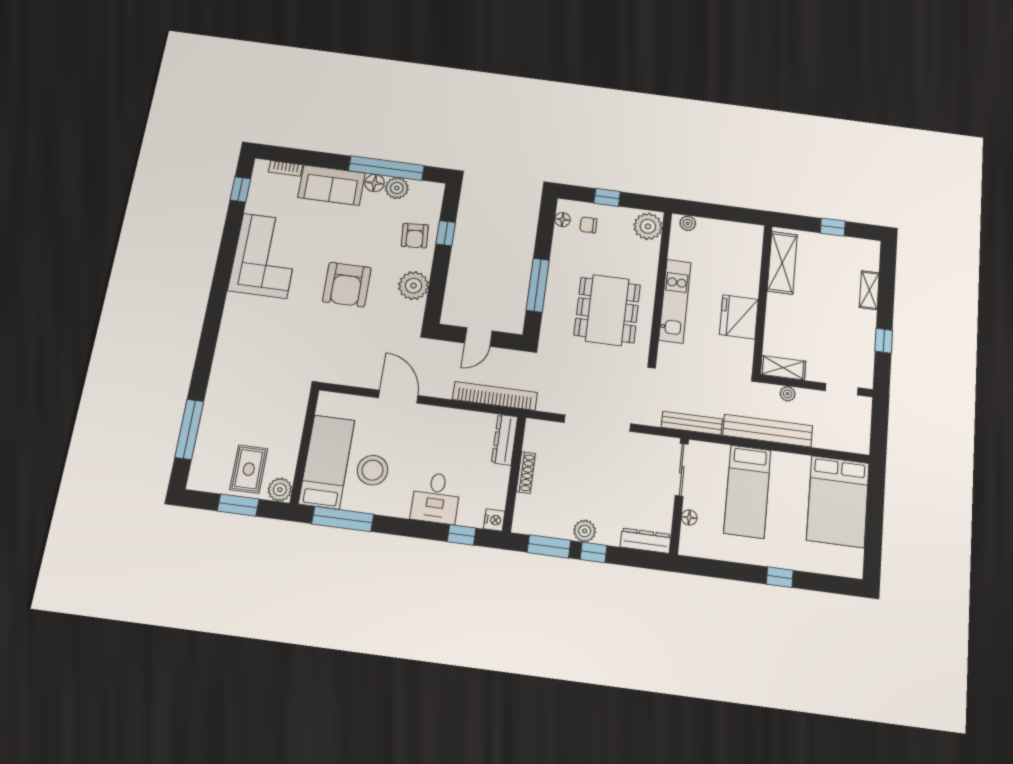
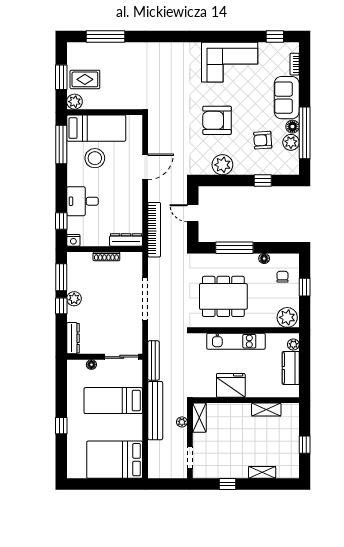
floor lamp: (563, 220) -> (264, 259), moved
kitchen counter: (721, 231) -> (291, 368), added
armchair: (415, 236) -> (263, 140), moved
shelving: (782, 263) -> (266, 410), width x0.67, depth x0.75

